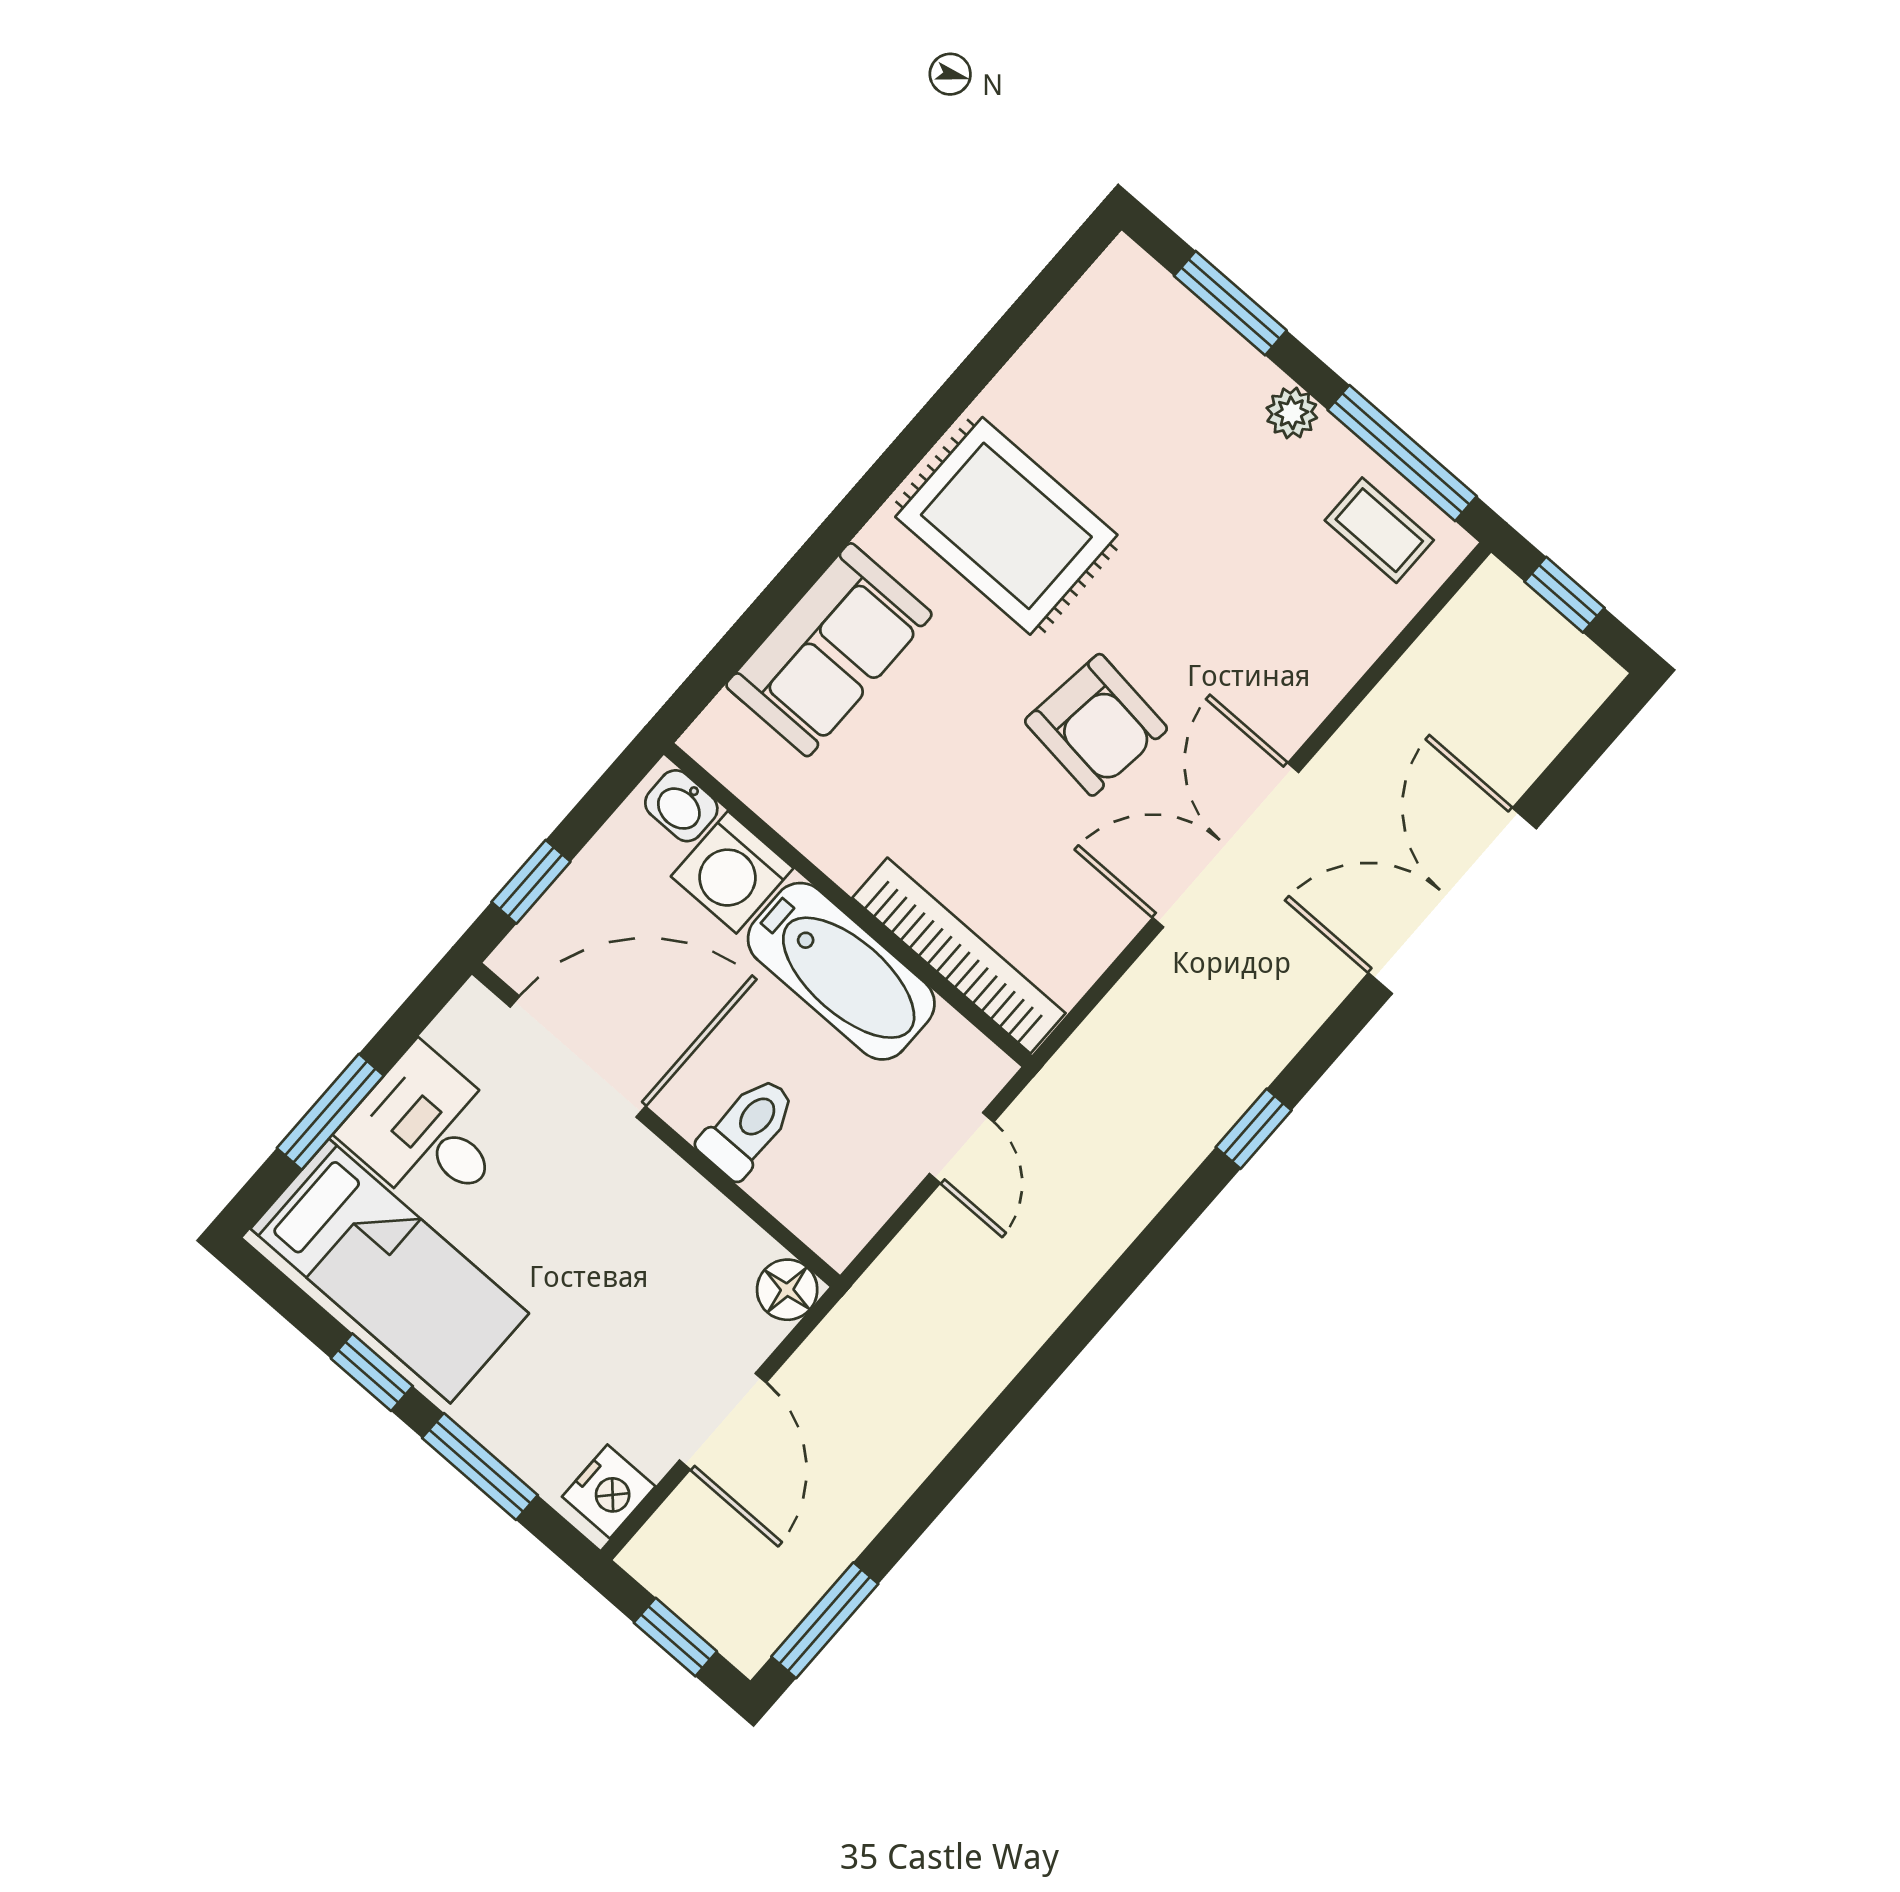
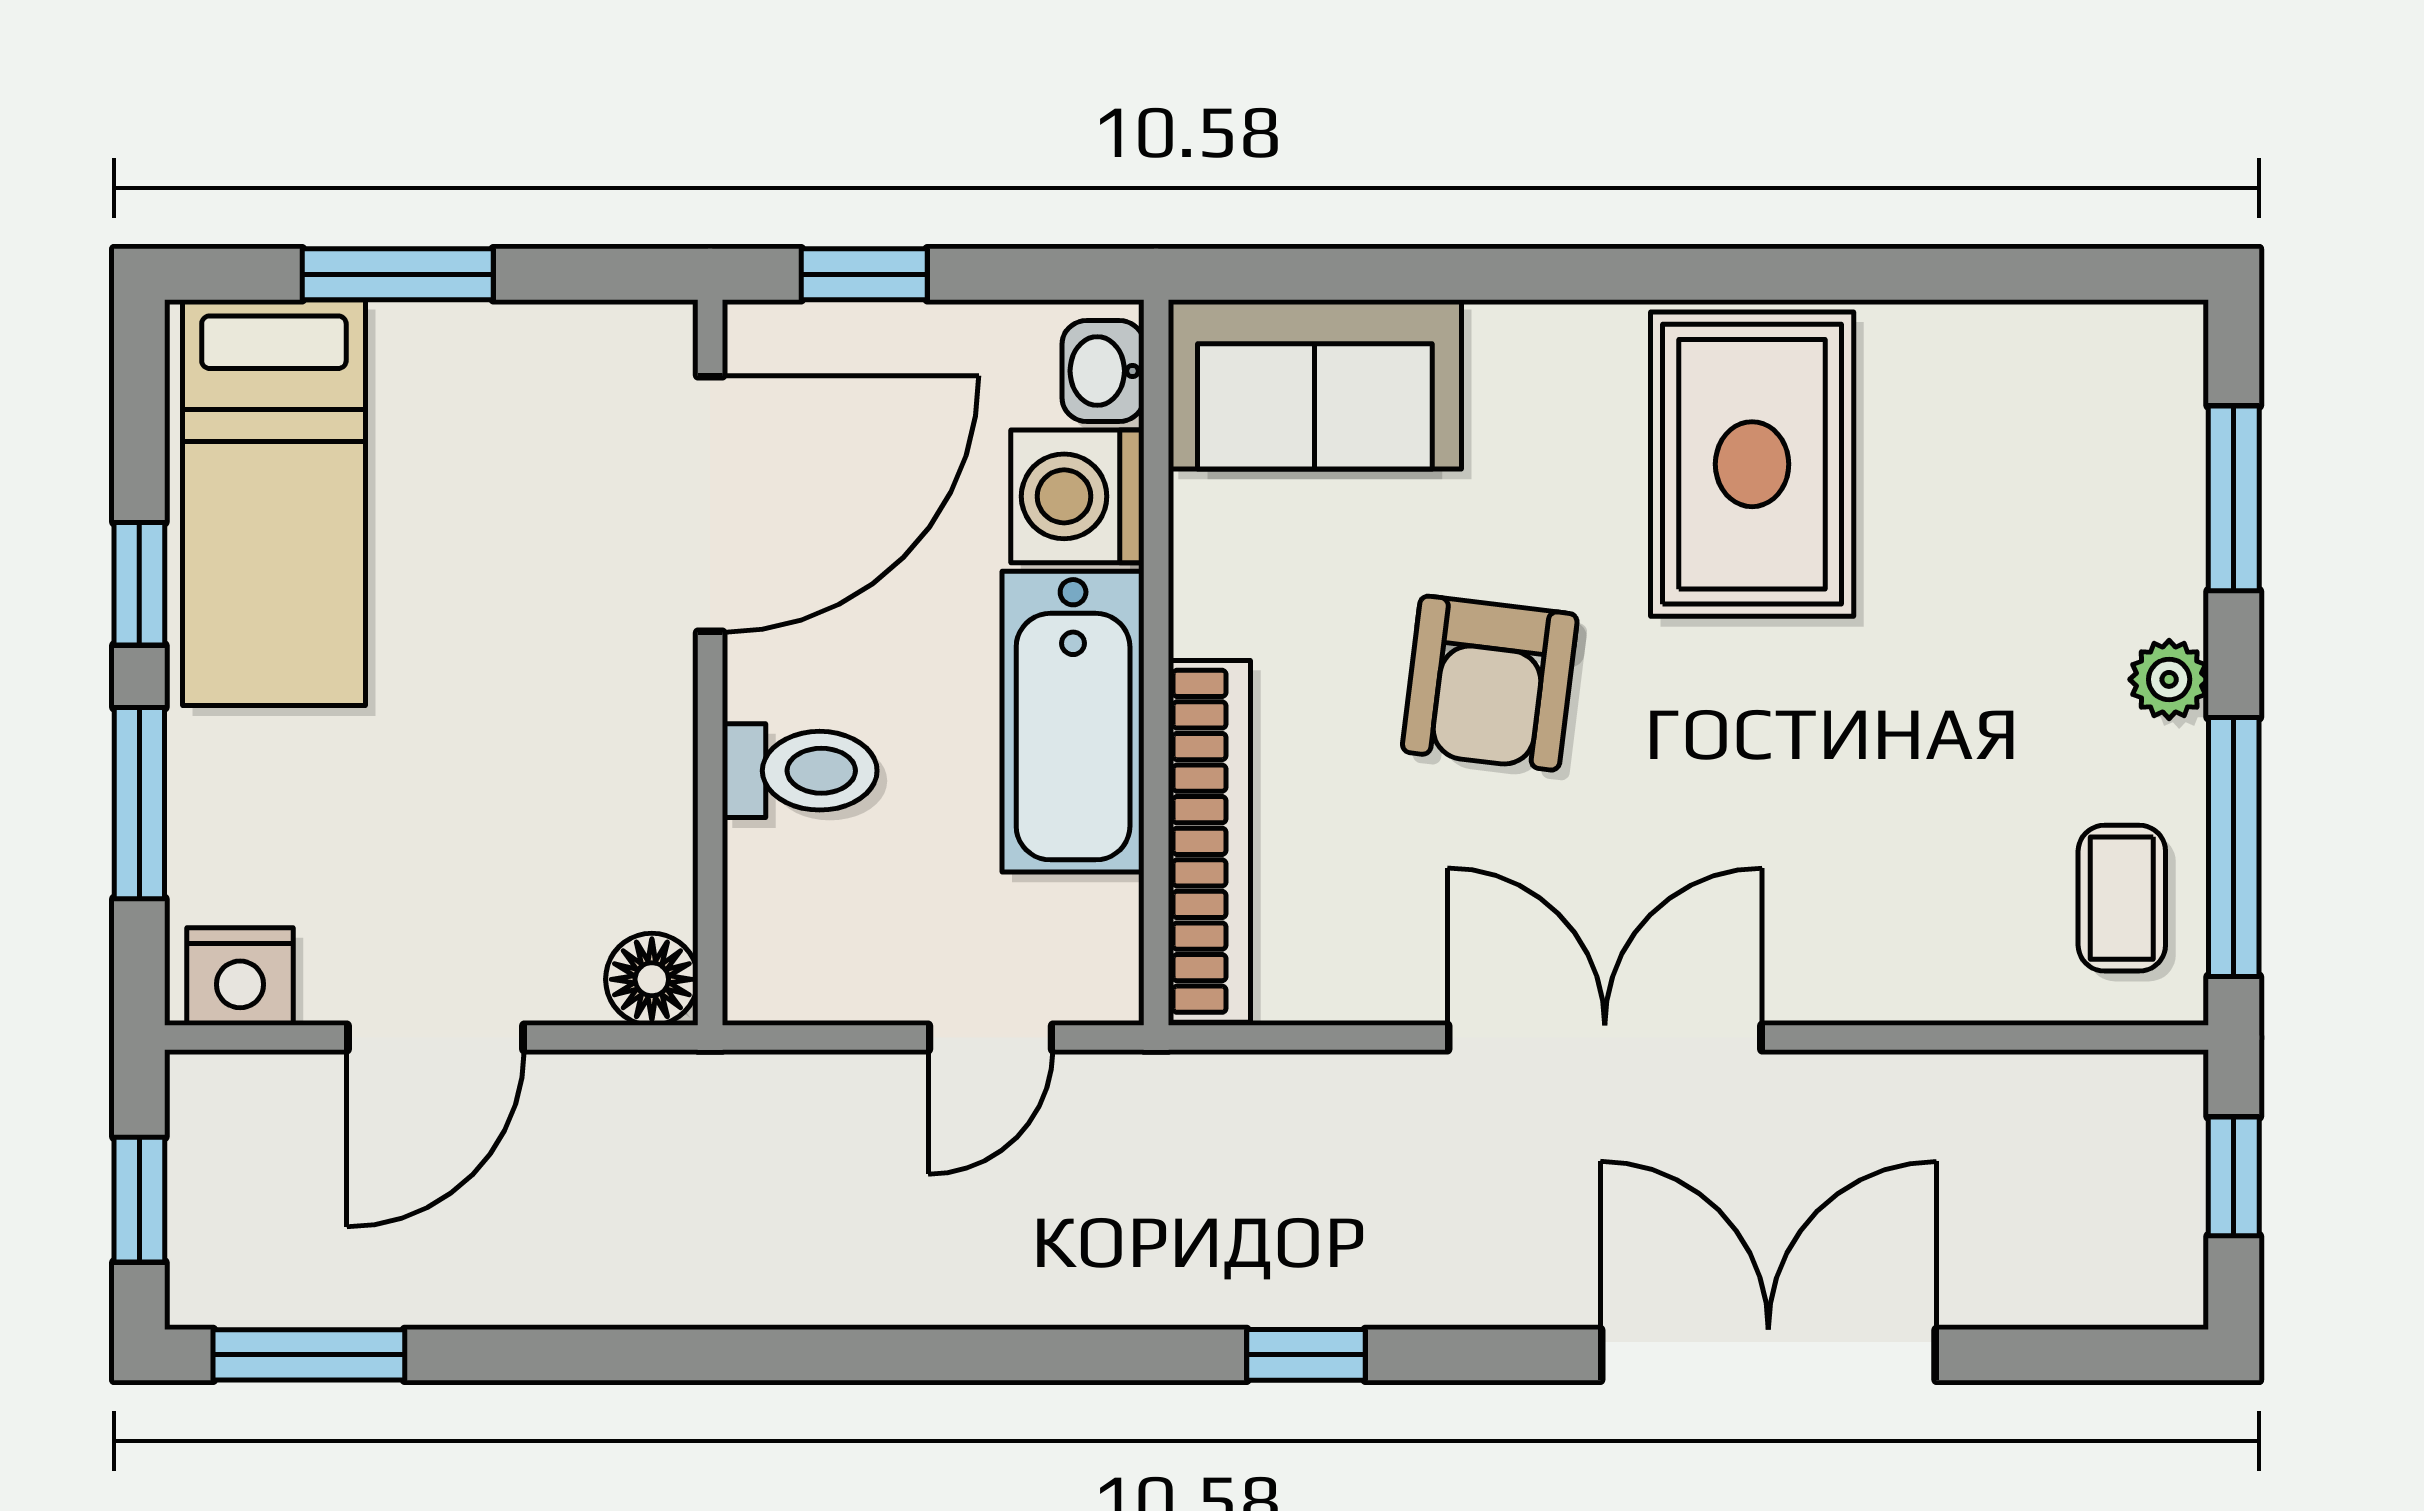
sofa: (829, 650) -> (1315, 384), moved
armchair: (1096, 725) -> (1490, 683), moved
door: (578, 1057) -> (710, 504), hinge flipped
desk: (428, 1132) -> (473, 407), removed

